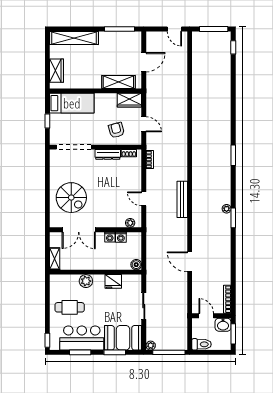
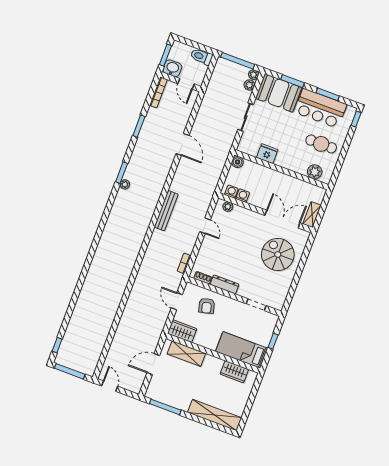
wardrobe: (56, 71) -> (234, 372), moved, turned -90
doorway: (74, 147) -> (256, 305), width x0.53
window: (233, 155) -> (139, 126), moved
washing machine: (110, 237) -> (231, 192), moved
shelving: (55, 259) -> (312, 215), moved
plant: (86, 281) -> (315, 172), moved
plant: (151, 335) -> (249, 85), added

